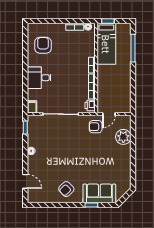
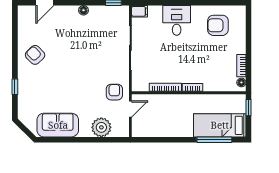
bed: (106, 44) -> (220, 125), moved
armchair: (43, 45) -> (218, 25), turned 180
printer: (90, 105) -> (141, 85), removed
door: (109, 114) -> (130, 109), swing flipped
sofa: (99, 193) -> (58, 125), moved, turned -90

